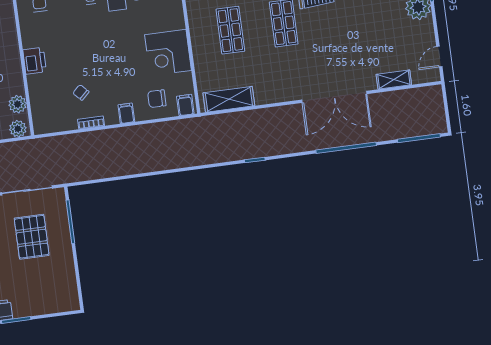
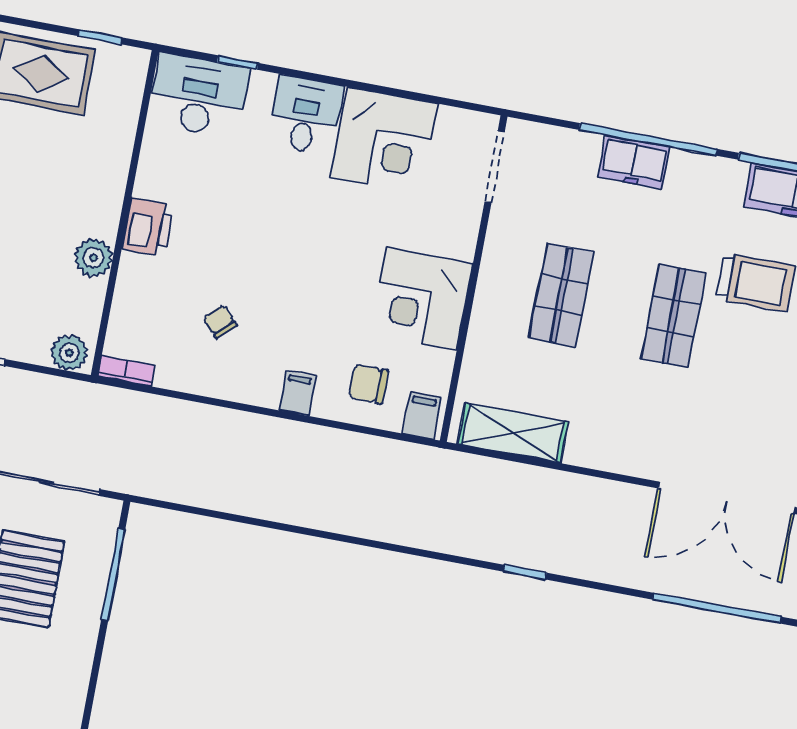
plant: (18, 104) -> (93, 258), moved
bookcase: (91, 122) -> (126, 371), moved

